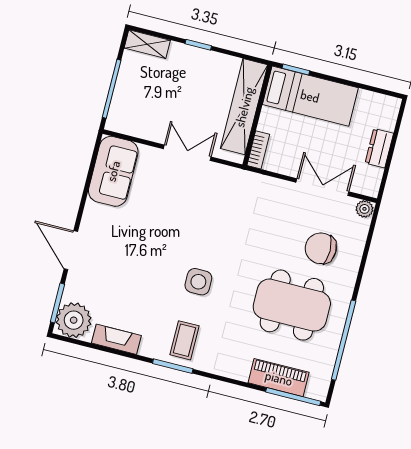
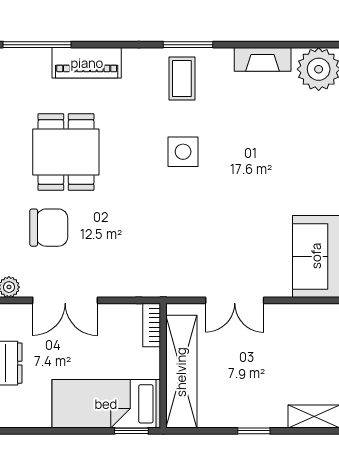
dining table: (292, 305) -> (66, 152), width x0.73
piano: (279, 378) -> (87, 63), moved

